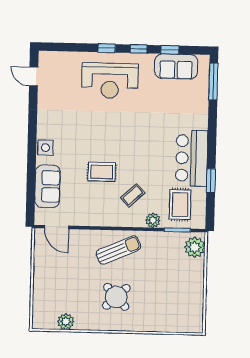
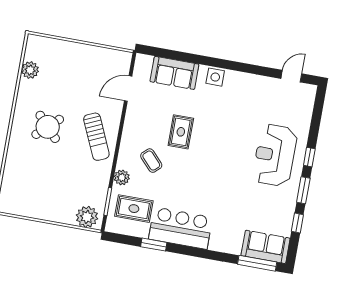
window: (139, 49) -> (303, 190), width x1.50
sofa: (176, 66) -> (266, 247), moved, turned 90
door: (57, 227) -> (128, 88), moved

